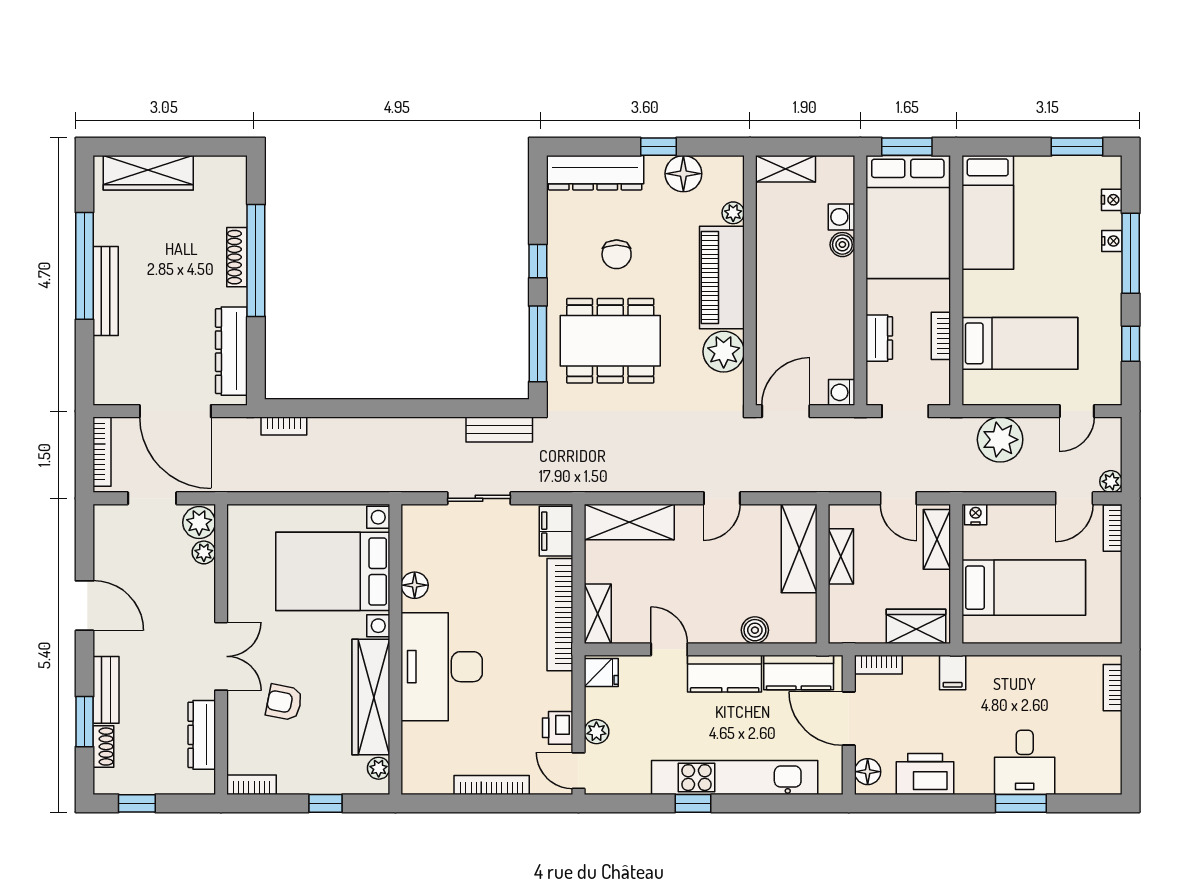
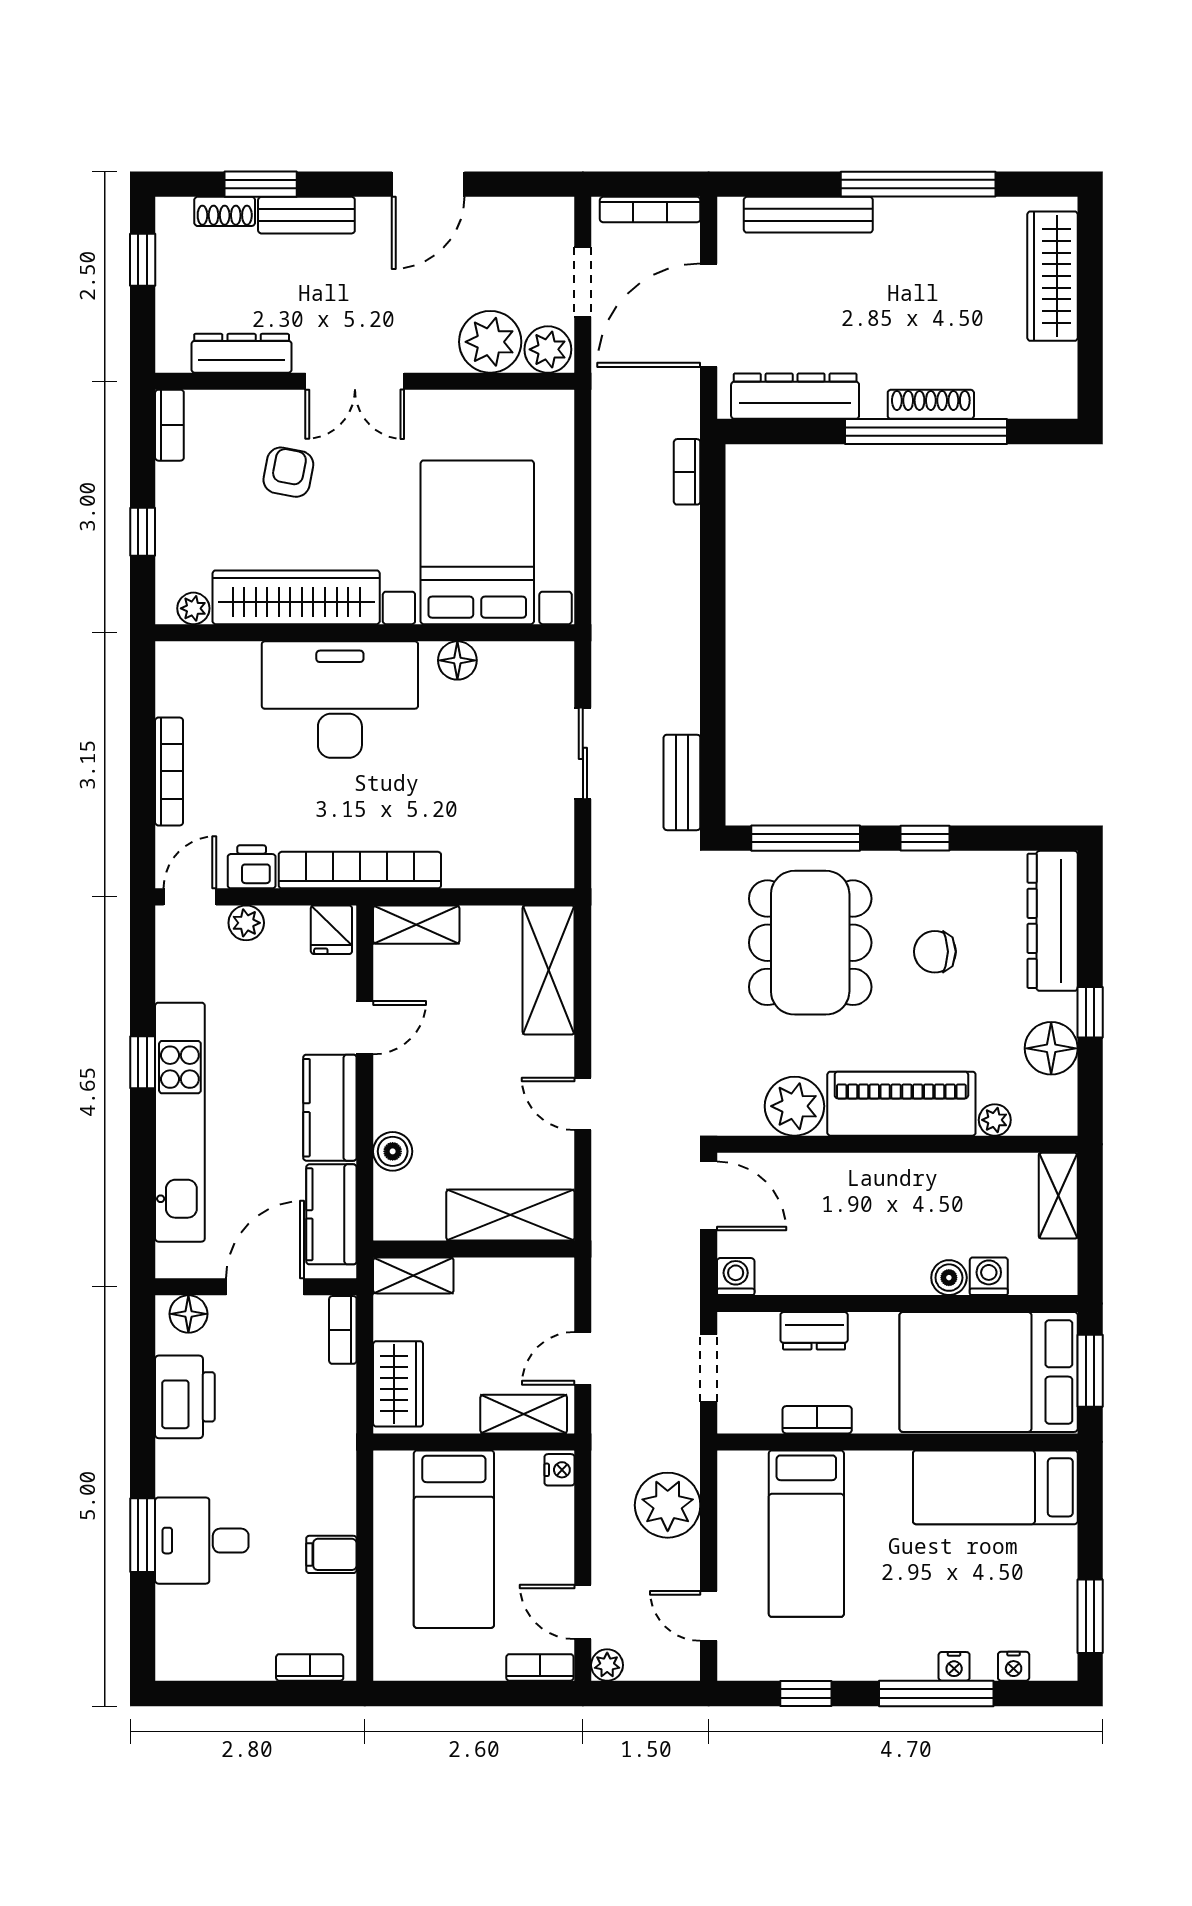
bench: (106, 291) -> (808, 215), moved
filing cabinet: (556, 531) -> (535, 864), removed
plant: (204, 552) -> (490, 342), width x1.88, depth x1.88
shelving: (841, 556) -> (413, 1275), moved
bookcase: (560, 615) -> (360, 870), moved
filing cabinet: (953, 673) -> (331, 1554), moved

